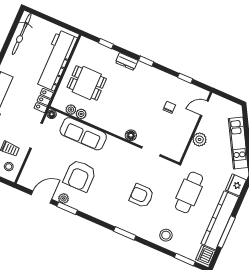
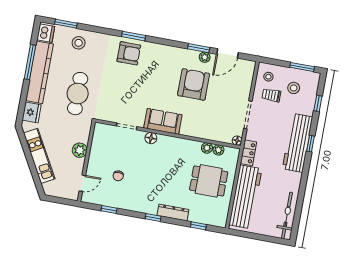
dresser: (127, 61) -> (173, 213), width x1.44
sofa: (83, 134) -> (163, 121), moved, width x0.73
armchair: (142, 196) -> (129, 53), moved
stool: (166, 235) -> (79, 43), moved

